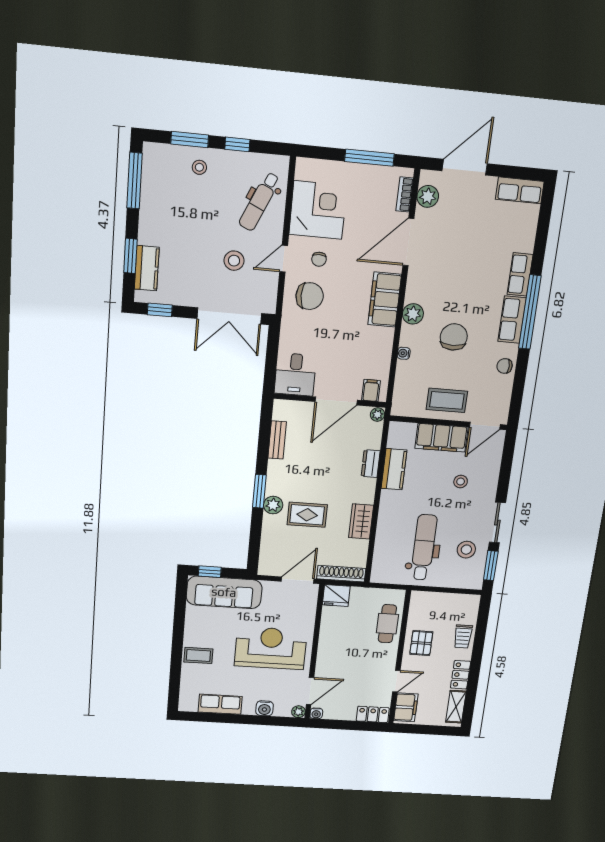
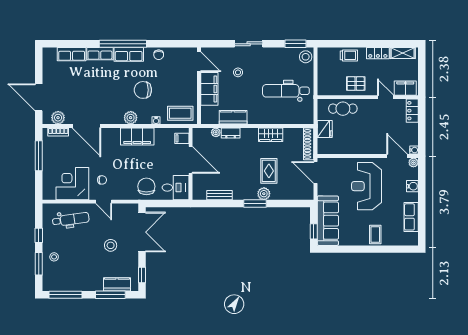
row of seats: (520, 190) -> (72, 54), moved, turned 90
dental chair: (259, 202) -> (71, 219), turned -32
window: (130, 256) -> (110, 295), width x1.44
stool: (234, 261) -> (111, 245), moved
chair: (310, 296) -> (146, 186), moved
filing cabinet: (385, 300) -> (137, 136), moved
coffee table: (447, 400) -> (180, 113), moved, turned 90
plant: (378, 415) -> (216, 132), moved
sliding door: (497, 523) -> (249, 44), moved
stool: (466, 550) -> (306, 57), moved
fridge: (336, 596) -> (325, 129), moved

